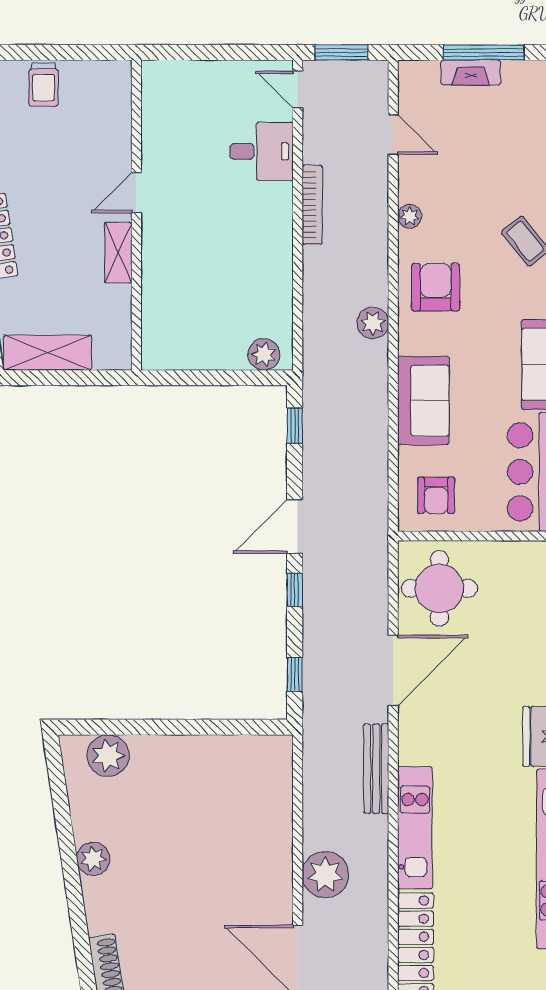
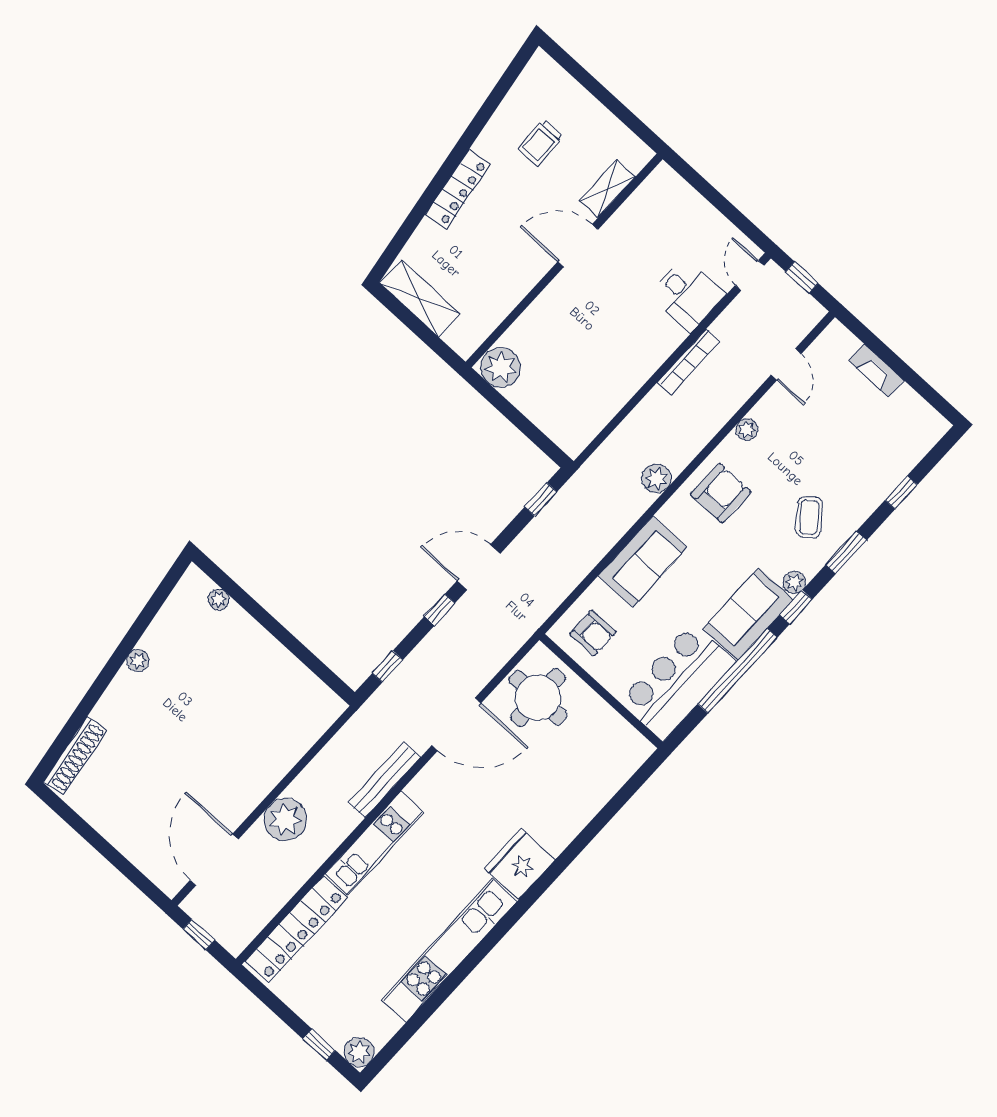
window: (341, 52) -> (802, 277), width x0.67
window: (484, 52) -> (897, 365), removed
trolley: (44, 85) -> (541, 143), moved
door: (136, 193) -> (578, 246), width x1.38
shelving: (118, 253) -> (607, 189), moved
plant: (264, 354) -> (501, 367), moved, width x1.36, depth x1.36
armchair: (436, 495) -> (593, 633), turned -90
plant: (108, 756) -> (219, 599), width x0.53, depth x0.53
plant: (93, 859) -> (138, 661), width x0.73, depth x0.73

